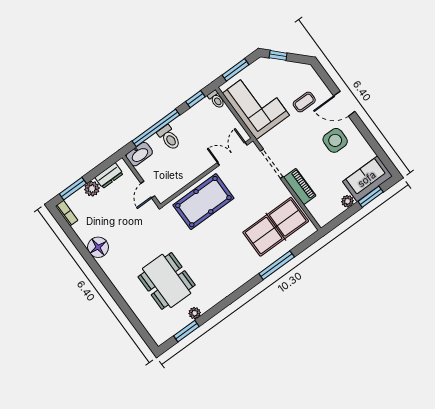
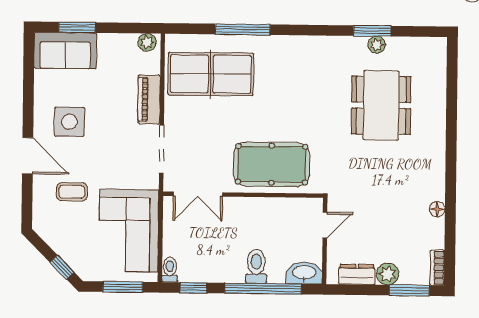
plant: (348, 201) -> (147, 42), moved
floor lamp: (98, 247) -> (437, 209), width x0.53, depth x0.53
window: (186, 331) -> (372, 31), moved

